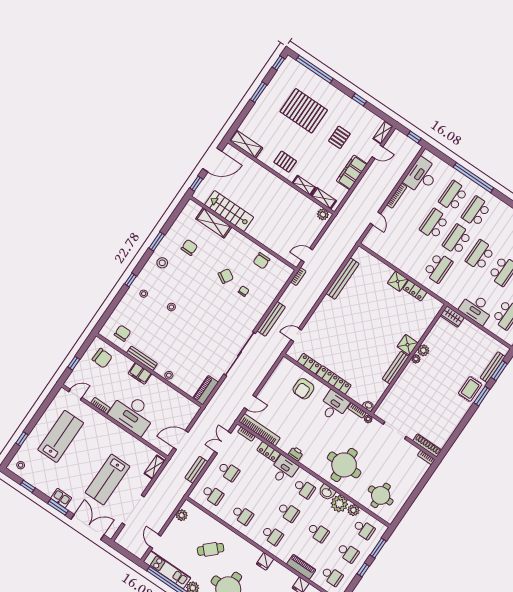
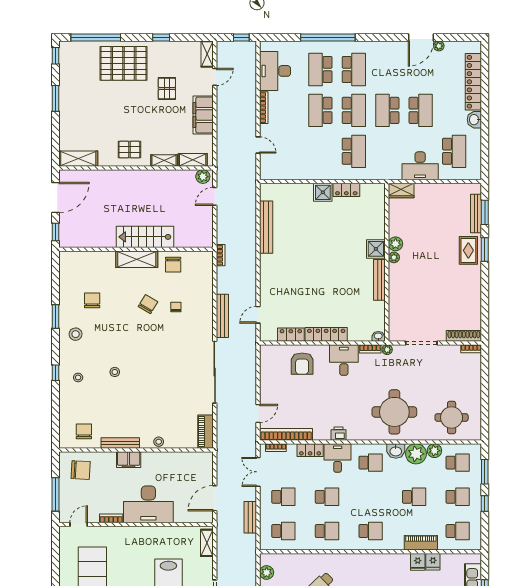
pallet: (304, 111) -> (123, 63), moved
stairs: (229, 211) -> (145, 237), moved
school desk: (476, 212) -> (354, 70), turned 180
shelving: (214, 223) -> (137, 259), moved
school desk: (457, 240) -> (354, 110), turned 180
door: (307, 255) -> (215, 196), moved
window: (74, 363) -> (56, 494), width x2.17
school desk: (288, 512) -> (327, 497), moved
fridge: (265, 561) -> (418, 562), moved

